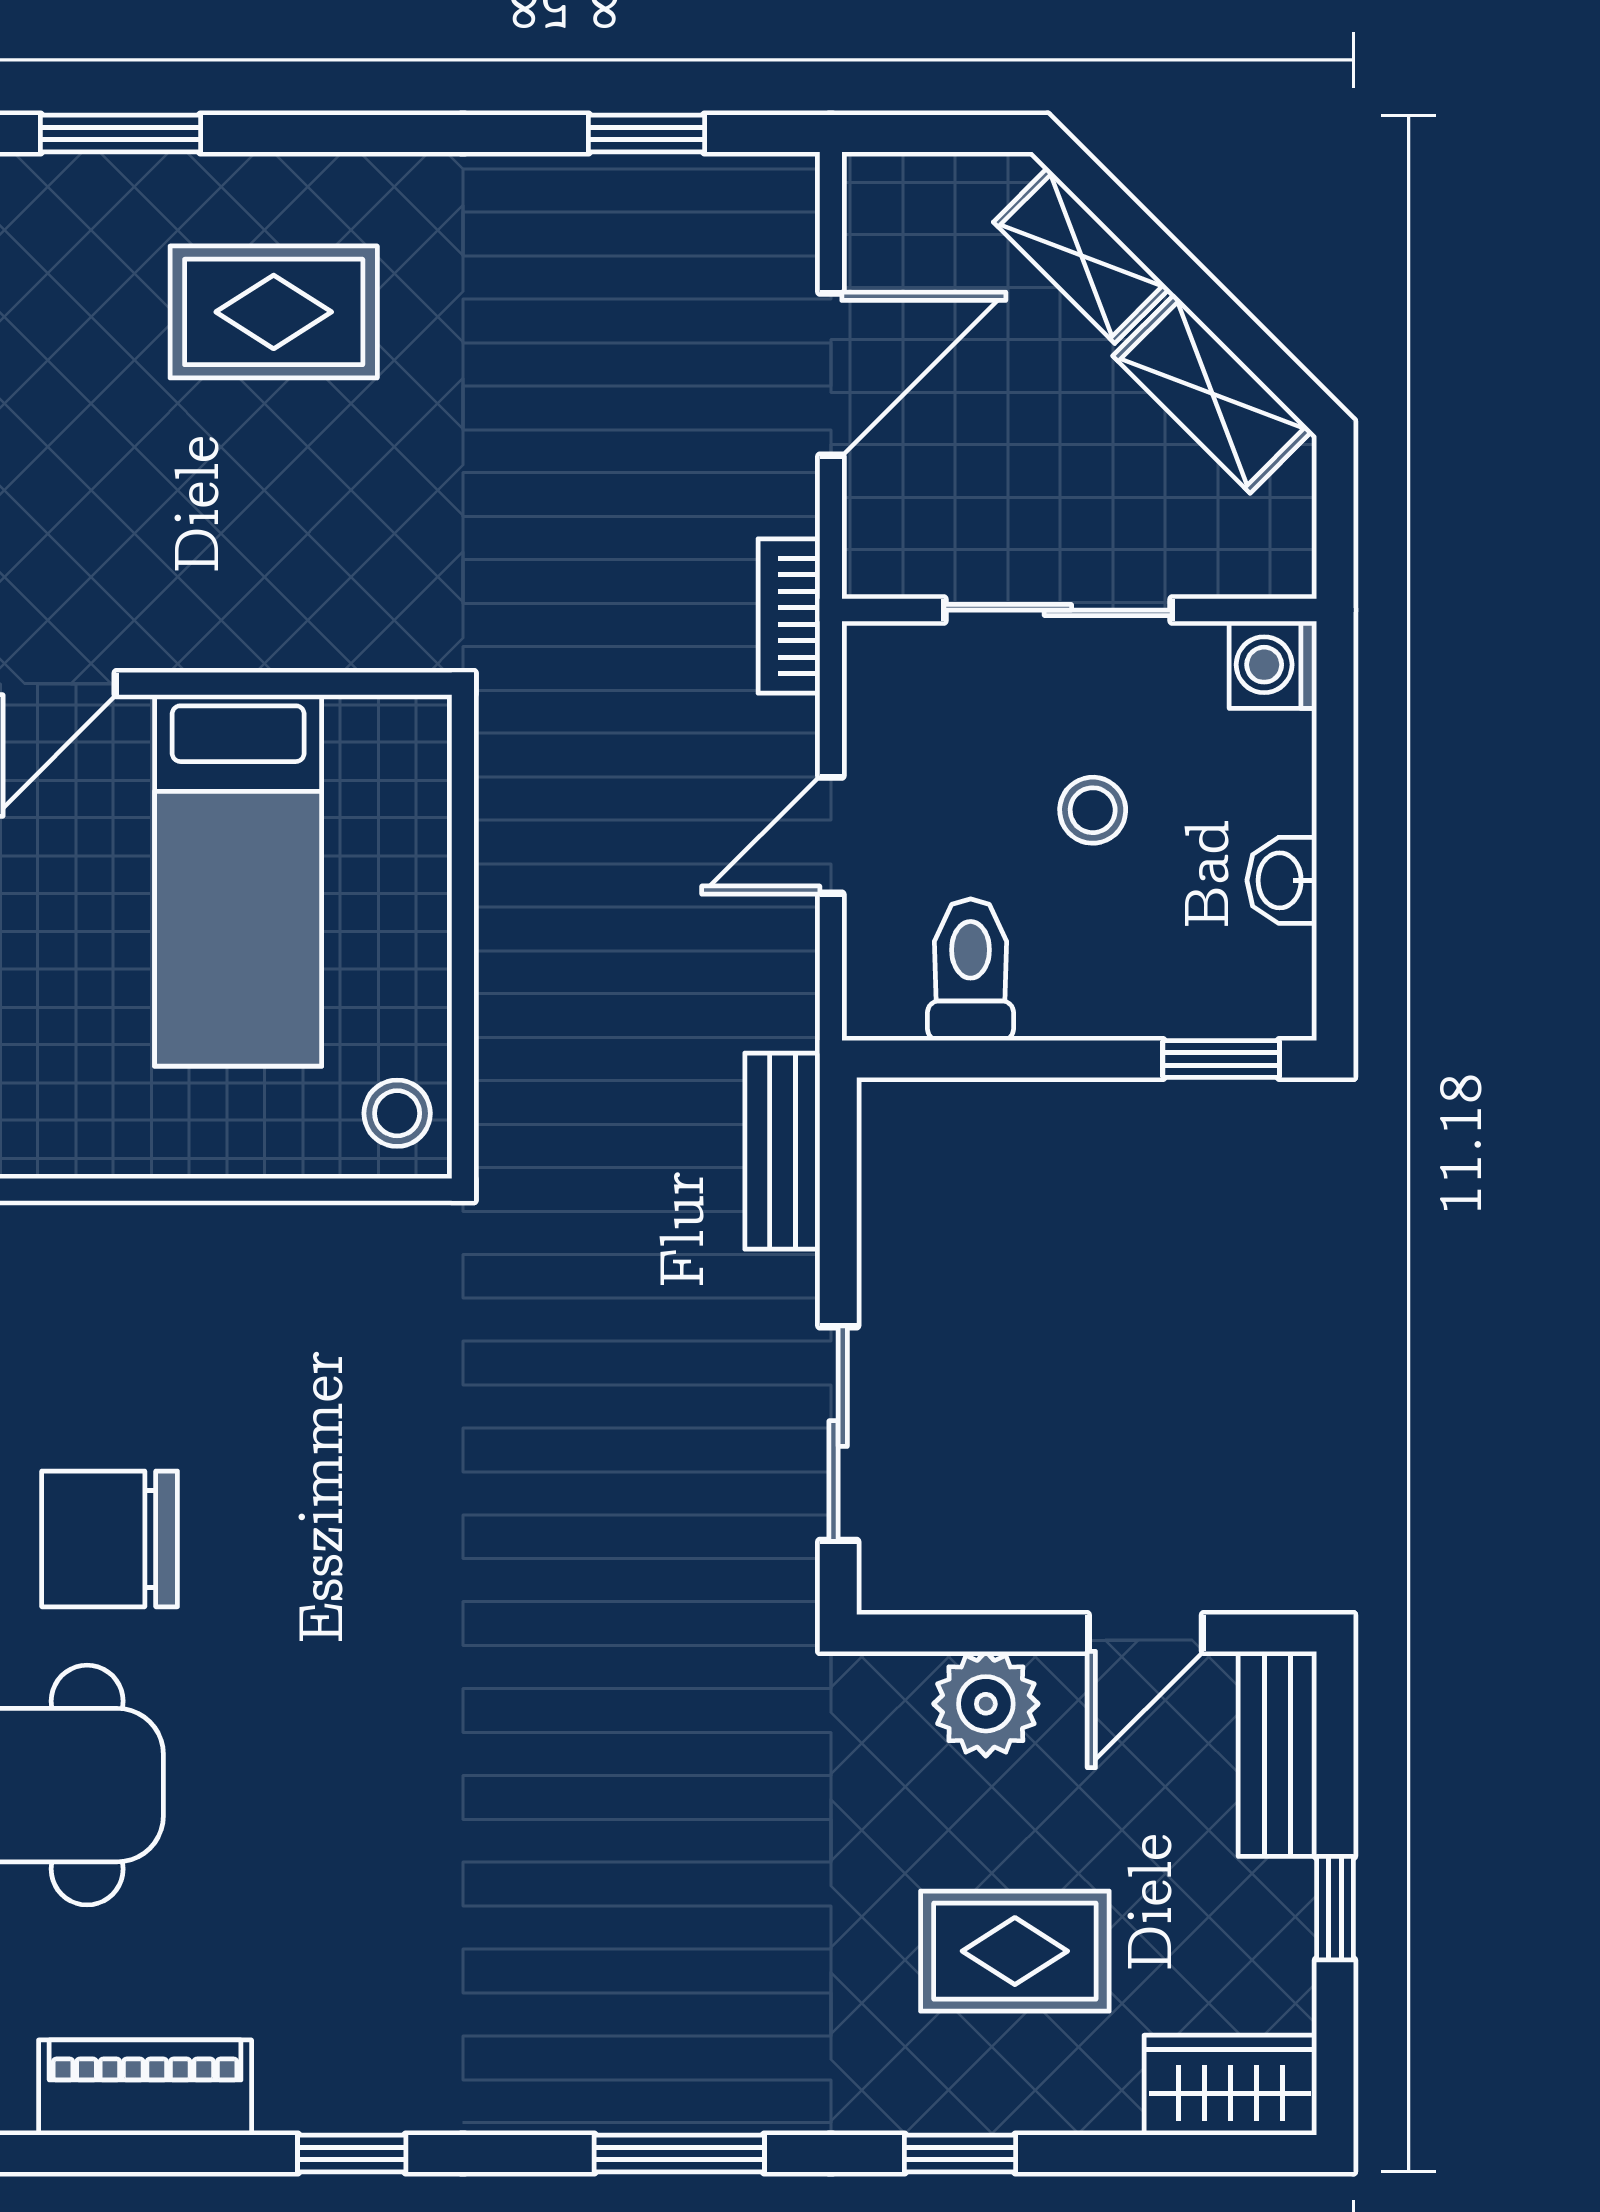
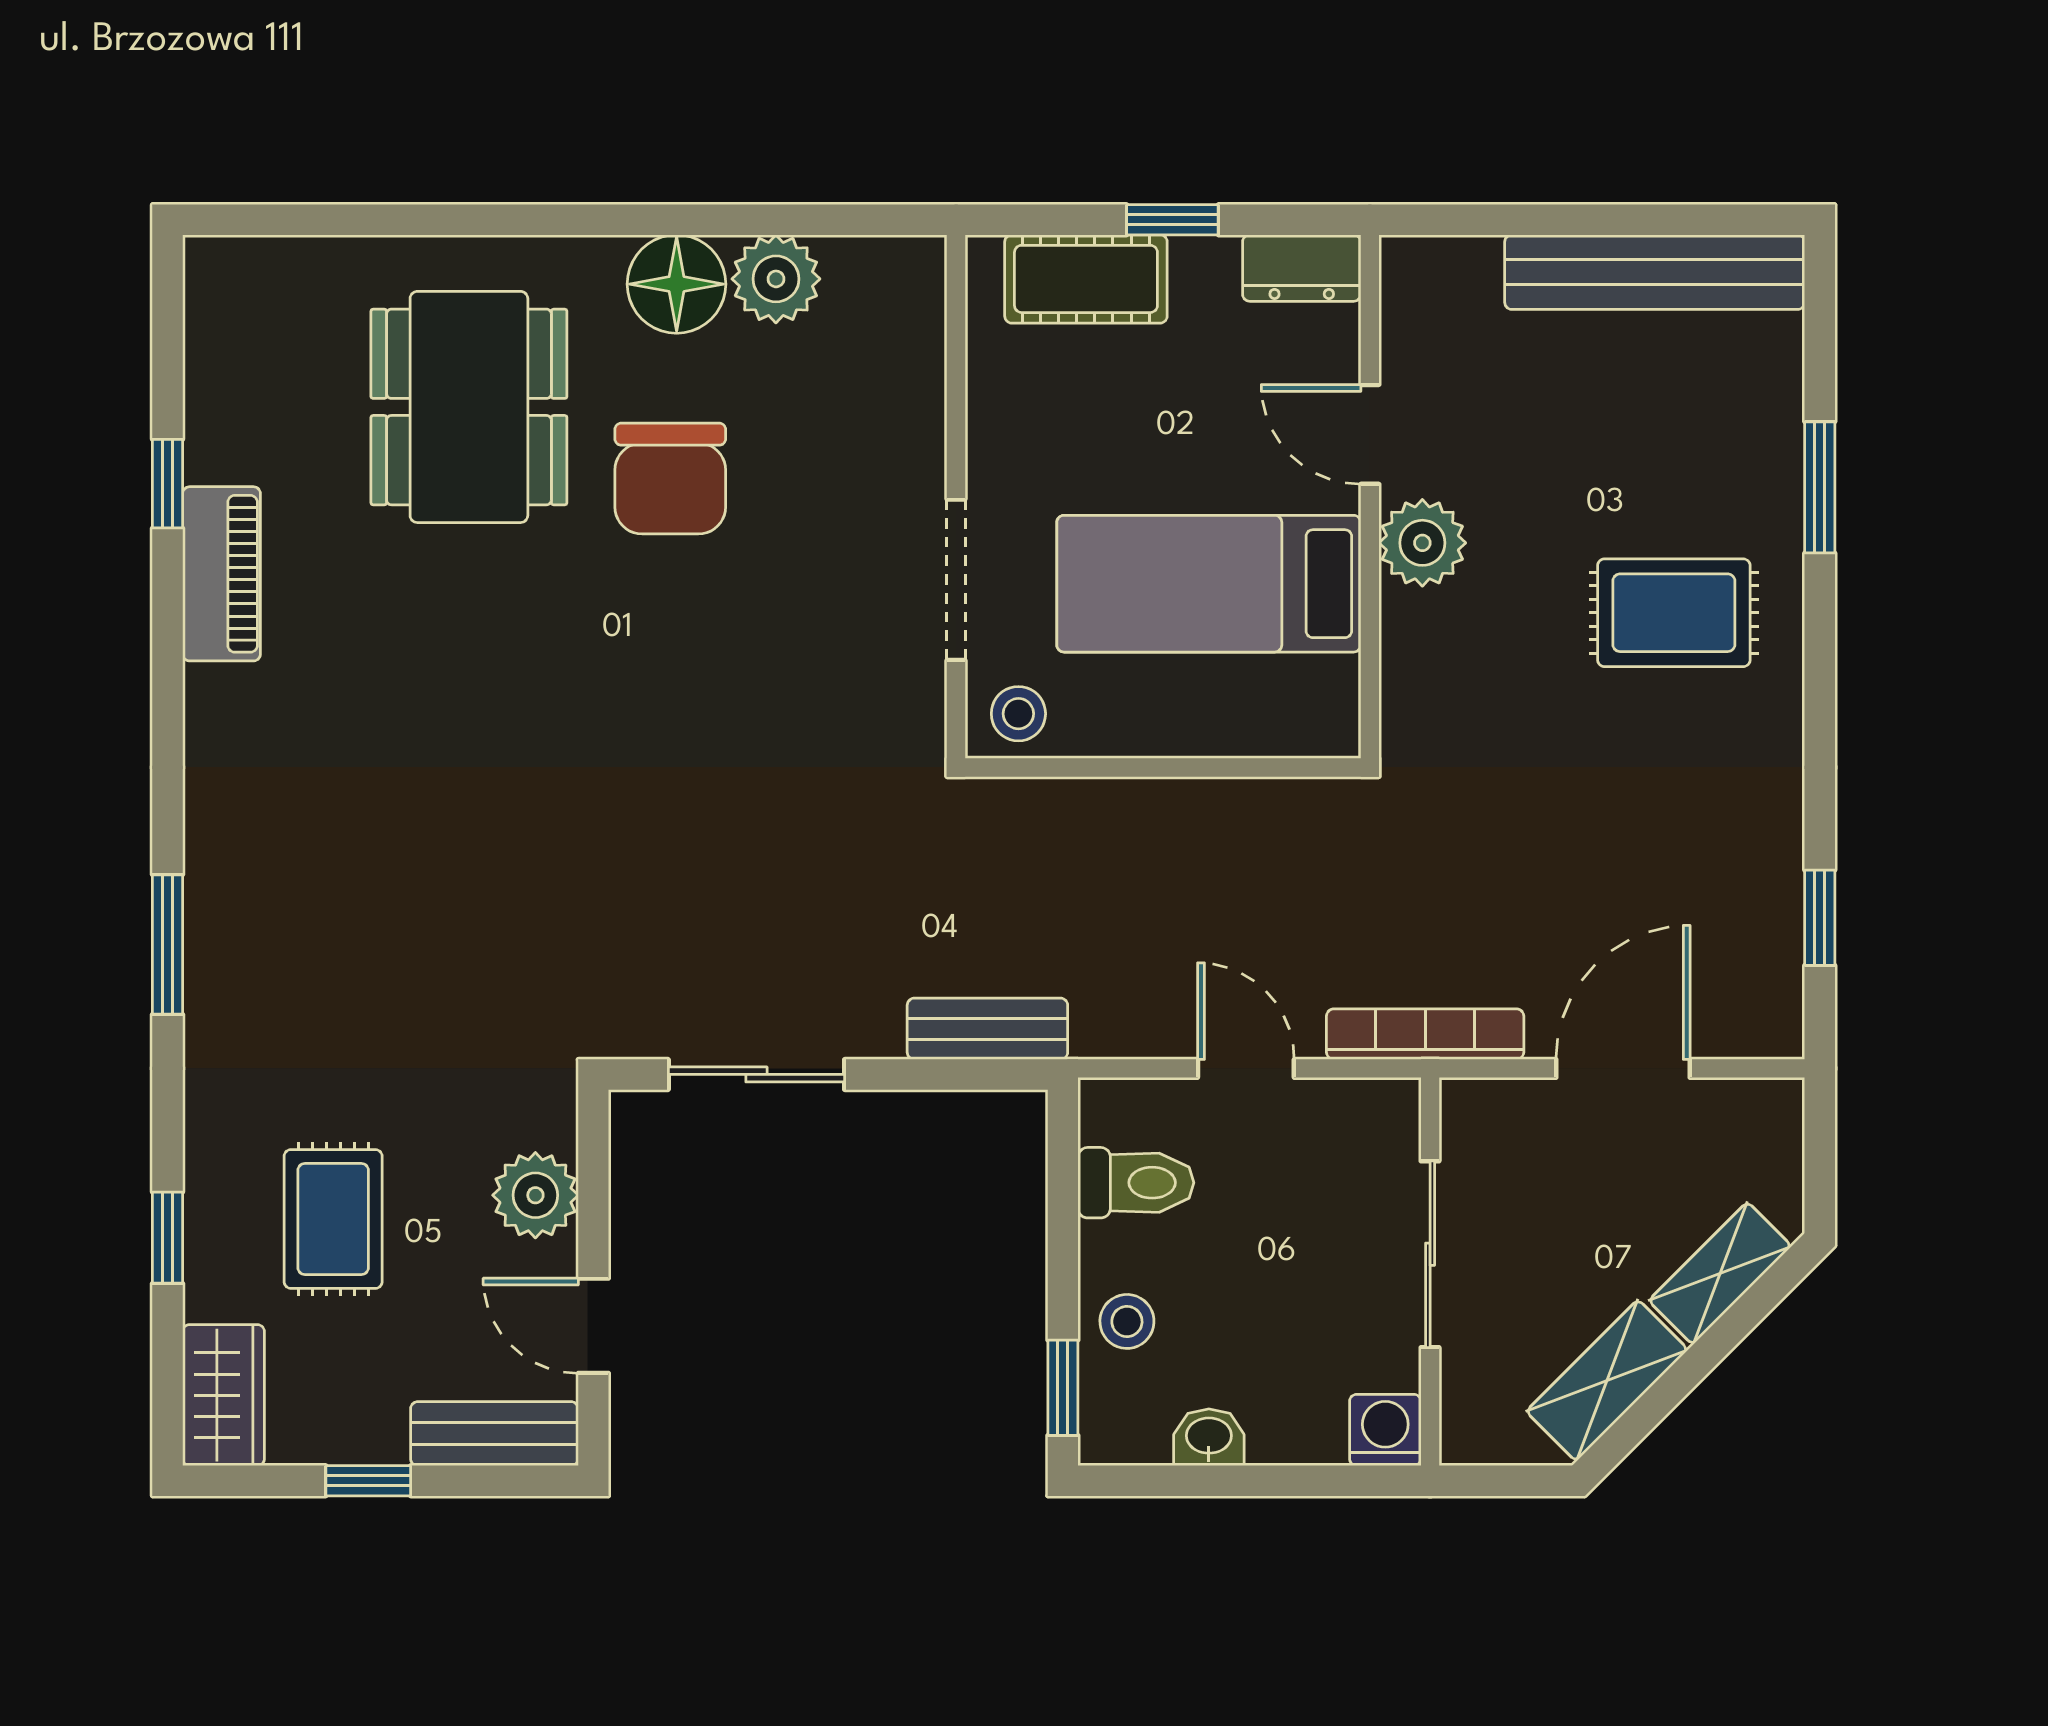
rug: (274, 312) -> (1674, 613), turned 90
door: (831, 374) -> (1623, 1068), swing flipped
bookcase: (789, 616) -> (1425, 1034), width x1.56
plant: (188, 619) -> (1422, 543), added
stool: (1093, 810) -> (1127, 1321), moved
doorway: (233, 1190) -> (956, 580), added
chair: (110, 1539) -> (670, 479), turned 180
piano: (145, 2088) -> (222, 574), moved
window: (352, 2154) -> (168, 484), moved
window: (960, 2154) -> (168, 1238), moved

